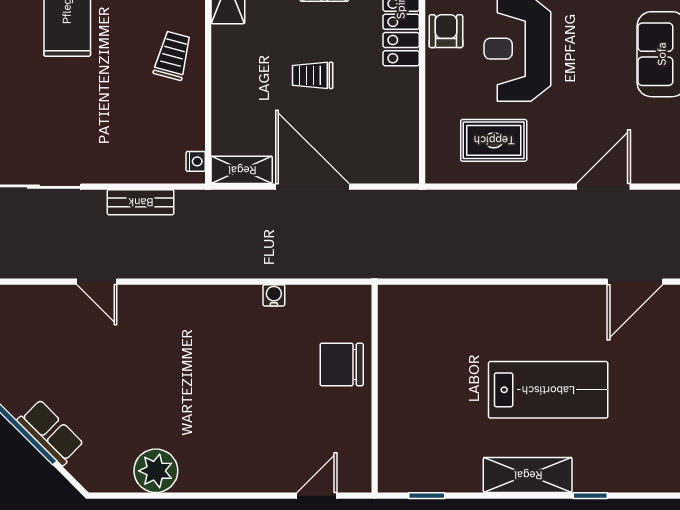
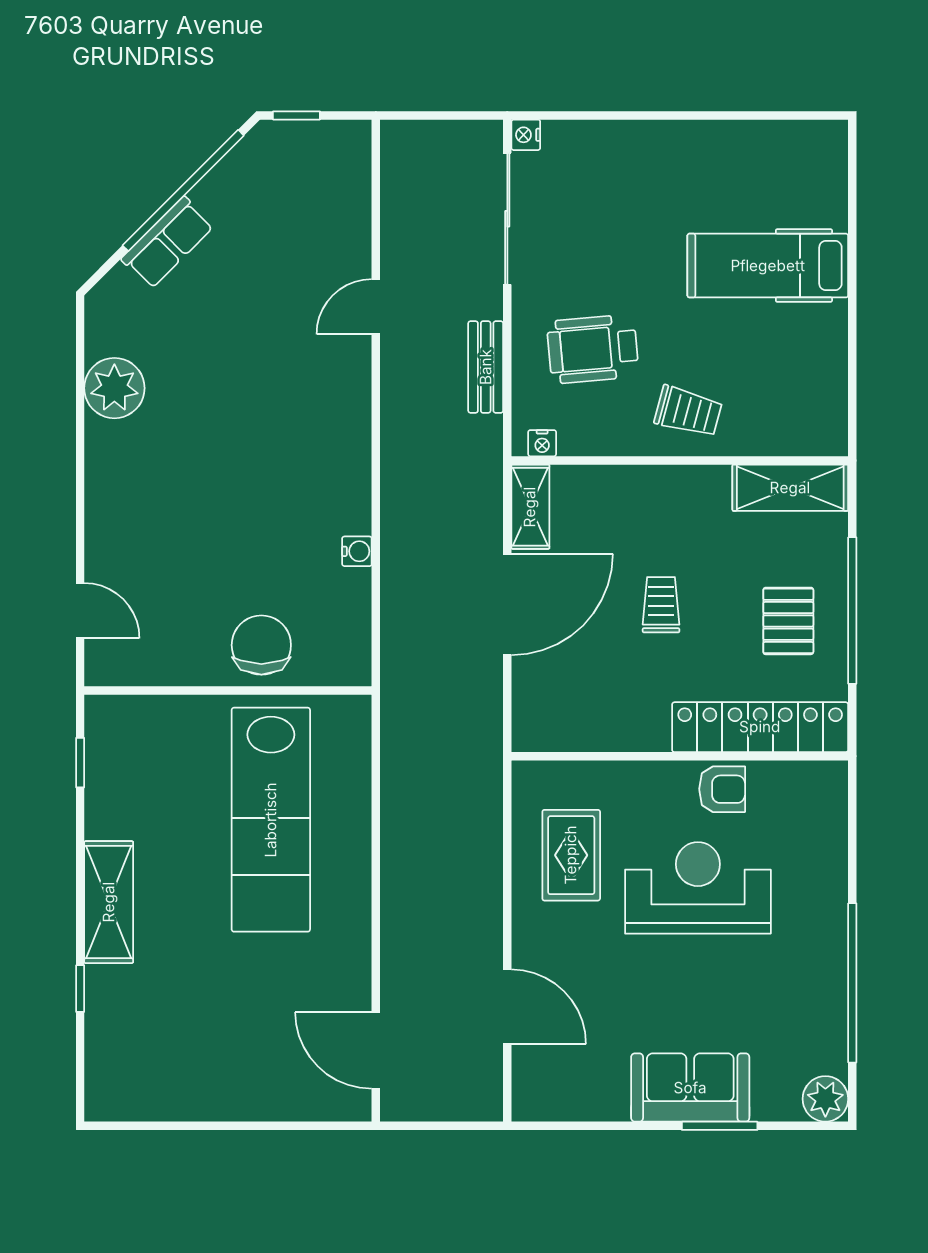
wheelchair: (128, 125) -> (593, 349), added
lab bench: (548, 390) -> (271, 820), moved, width x1.36

